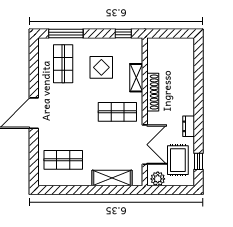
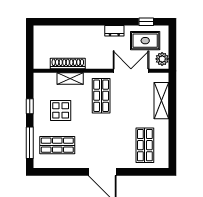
window: (123, 34) -> (30, 106), moved
shoe rack: (153, 92) -> (68, 64), moved

